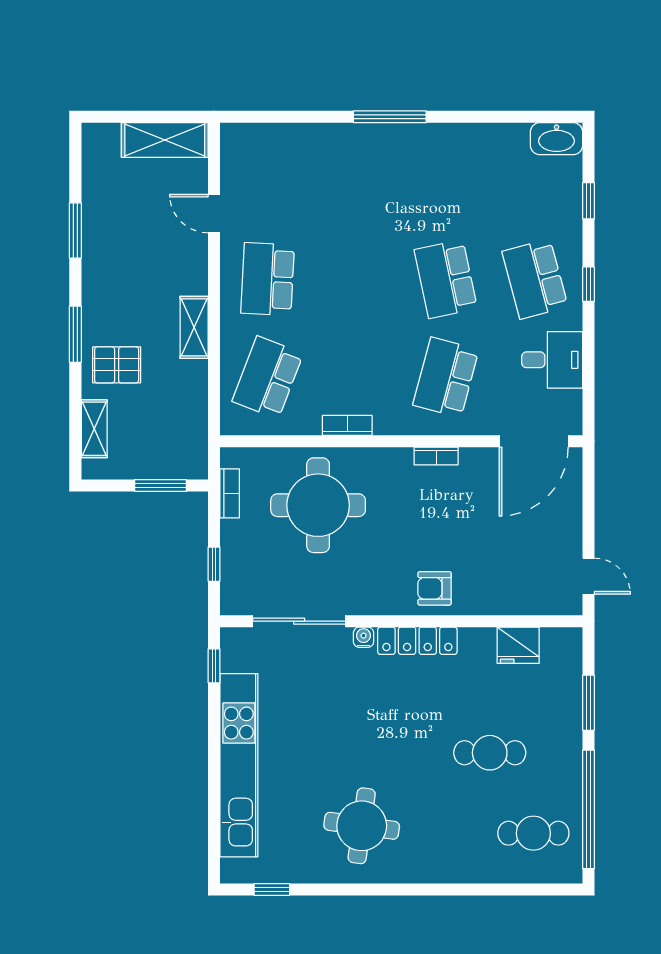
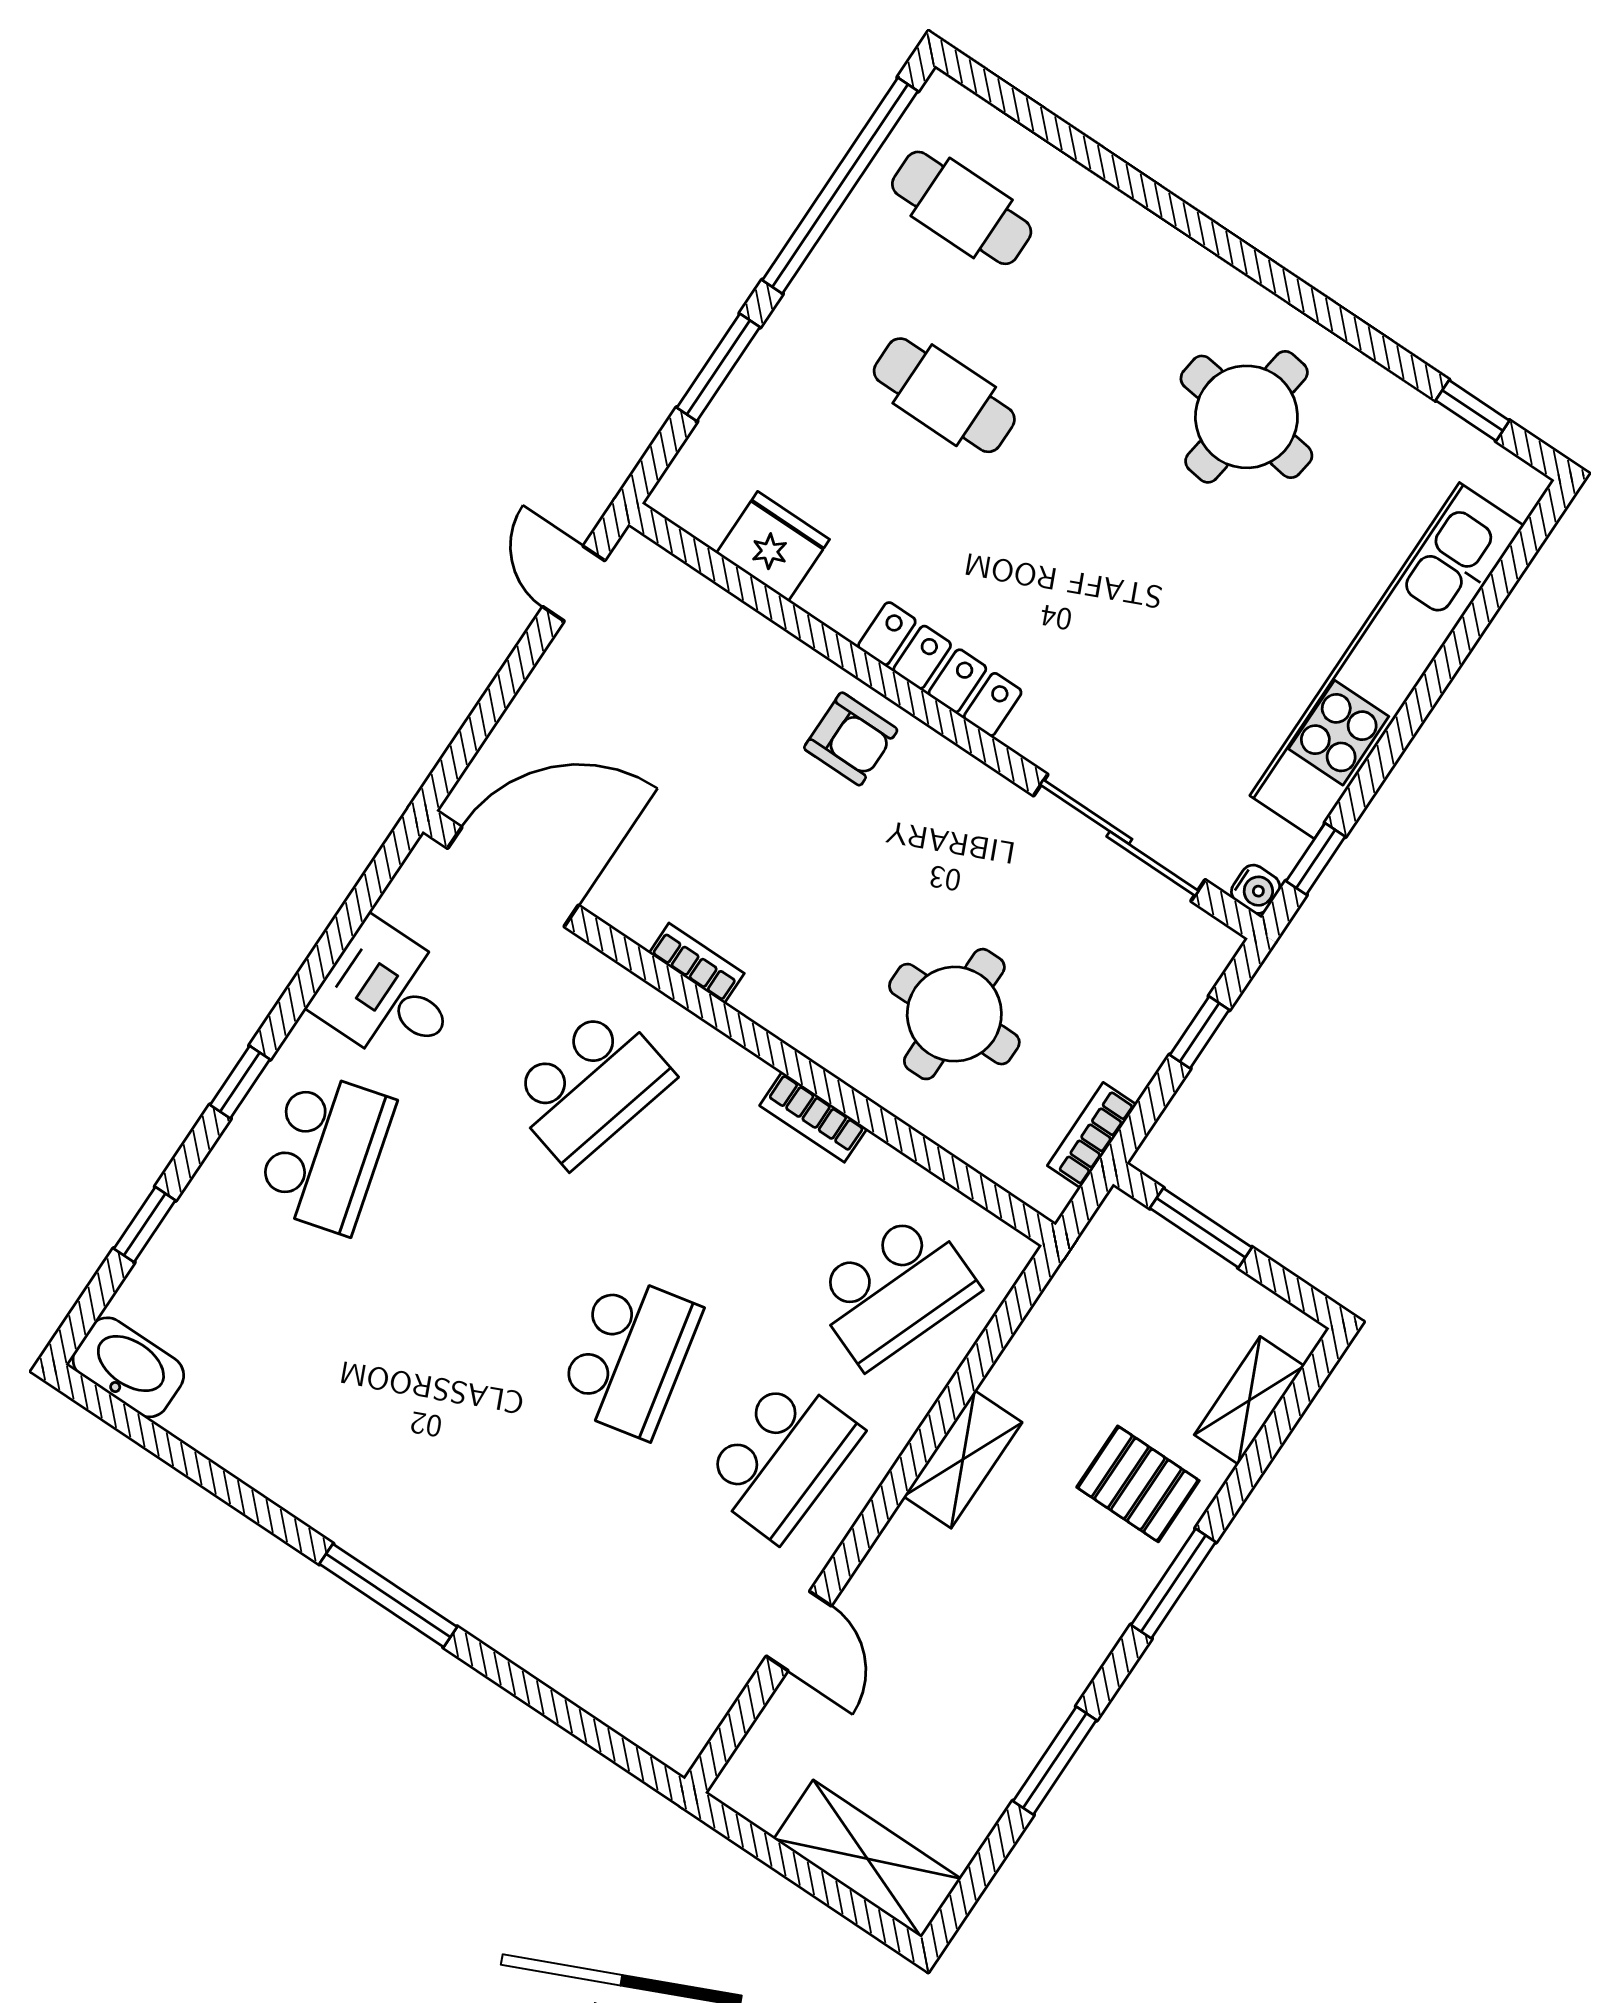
shelving: (165, 140) -> (867, 1859), moved
school desk: (446, 279) -> (630, 1356), moved
round table: (318, 505) -> (954, 1014), width x0.73, depth x0.73
water cooler: (364, 637) -> (1256, 889), moved, turned -90

